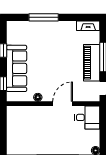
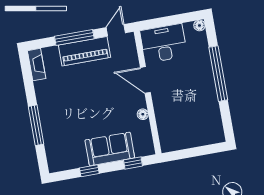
sofa: (17, 68) -> (110, 149), width x0.73
desk: (87, 117) -> (164, 43), width x1.37

